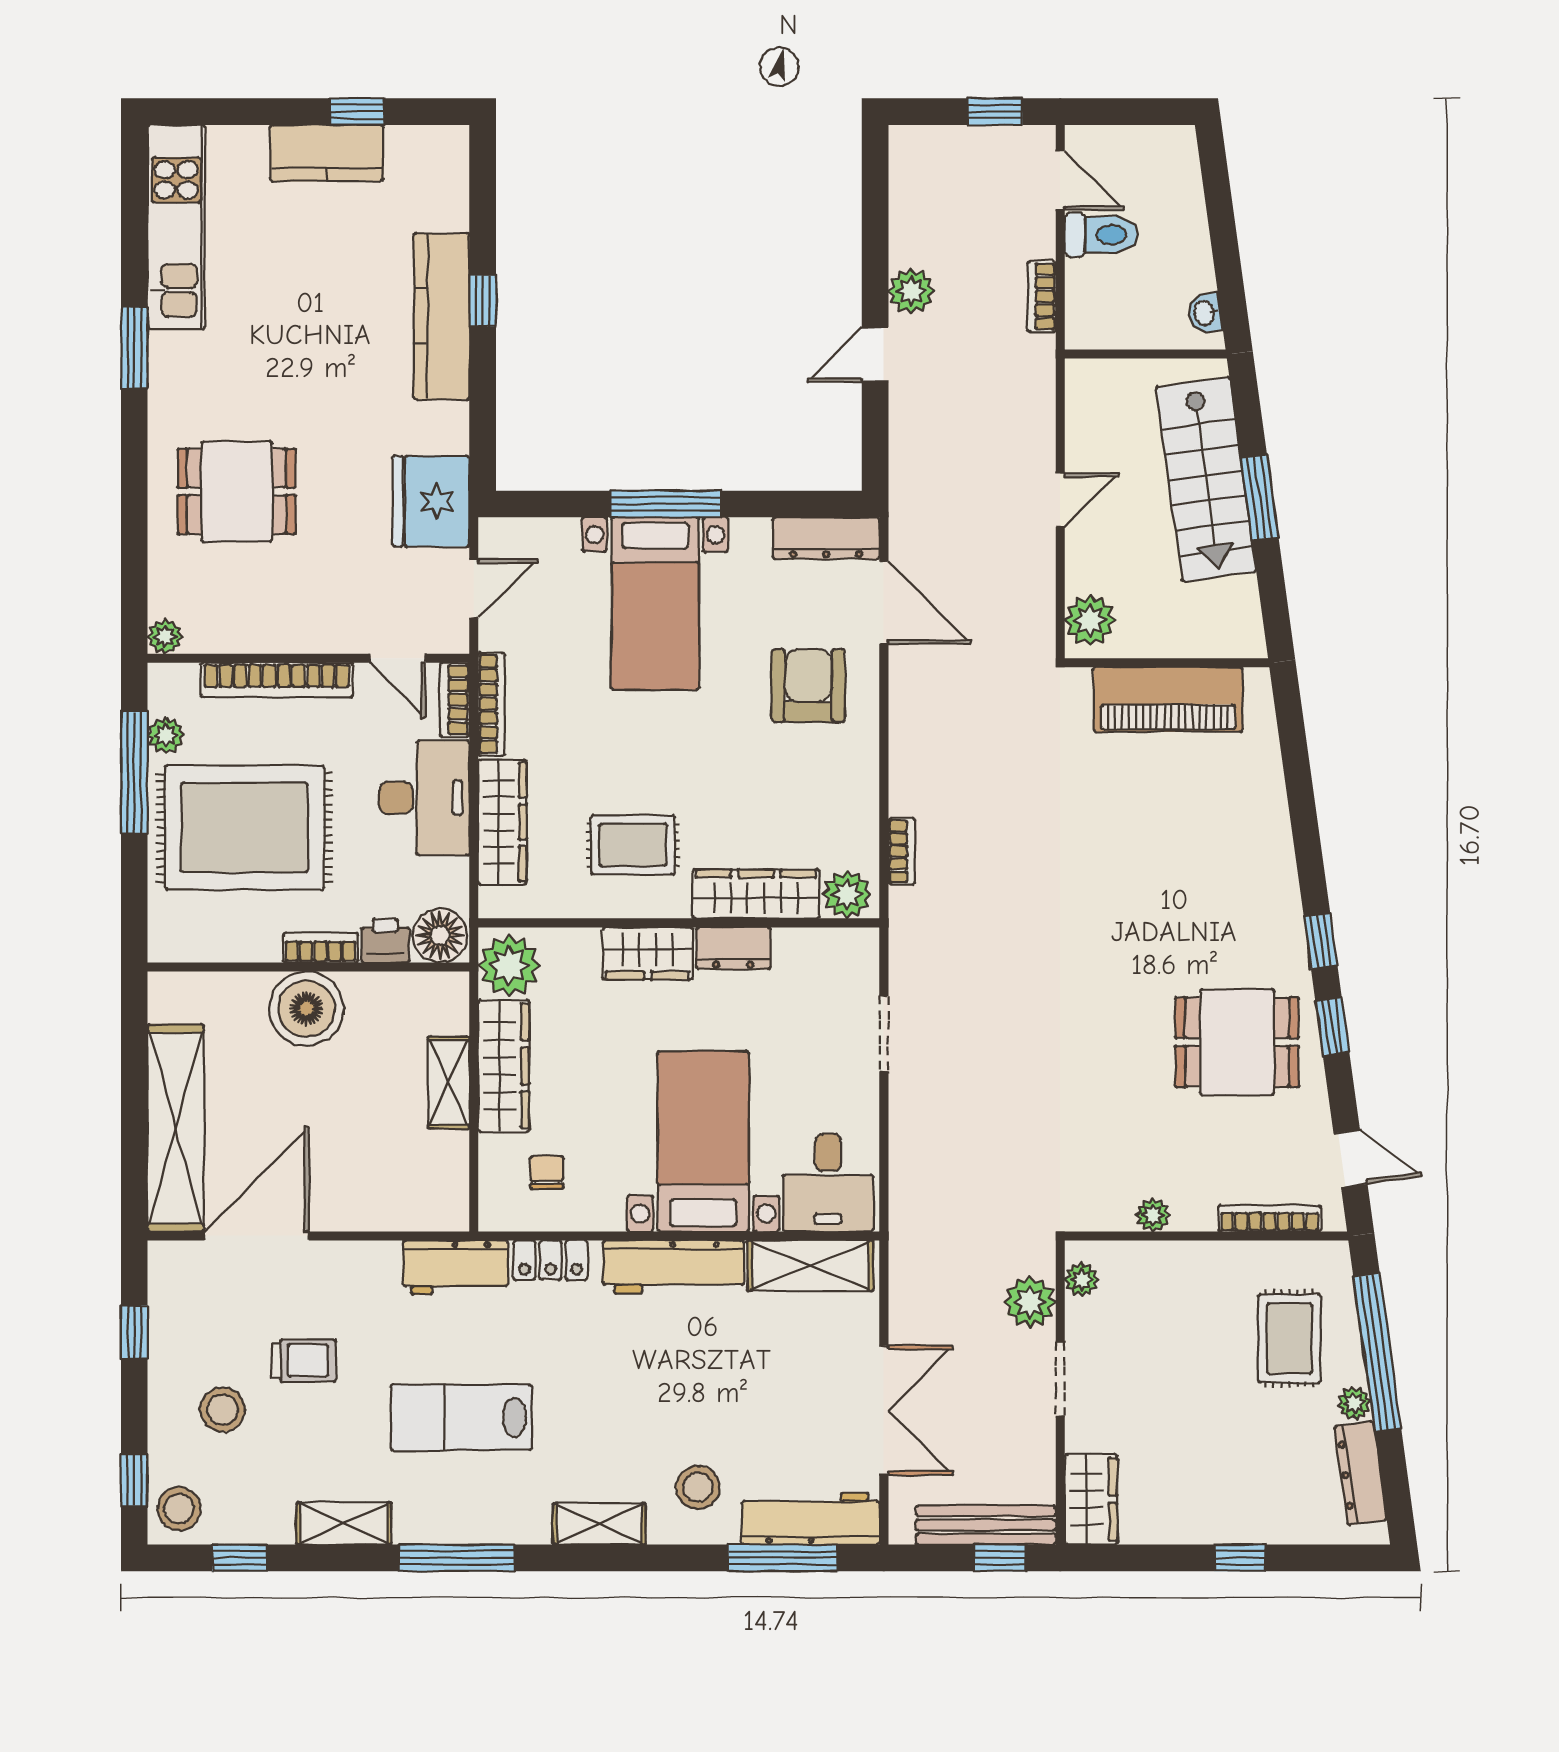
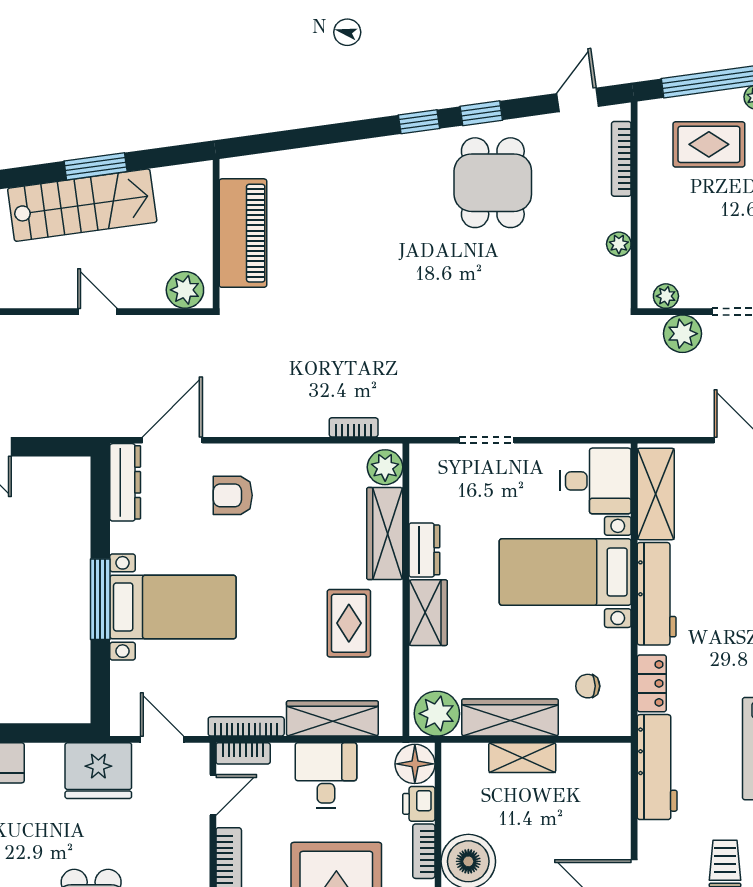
armchair: (808, 686) -> (233, 495), width x0.72, depth x0.72
desk: (424, 798) -> (326, 776), width x0.73
workbench: (455, 1267) -> (657, 767), width x1.38

